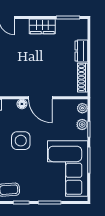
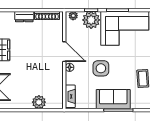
door: (40, 98) -> (64, 52), hinge flipped
plant: (82, 124) -> (91, 20), width x1.87, depth x1.87

